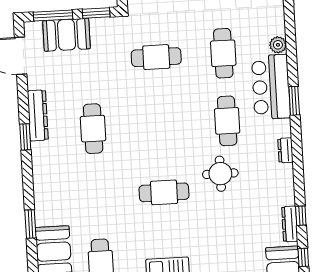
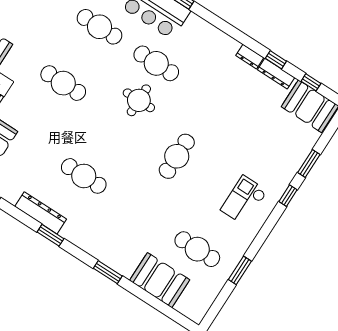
cafe table: (156, 57) -> (63, 83), turned 90
dresser: (285, 150) -> (250, 57), moved
round table: (220, 174) -> (139, 100), moved
window: (30, 224) -> (108, 272), moved

